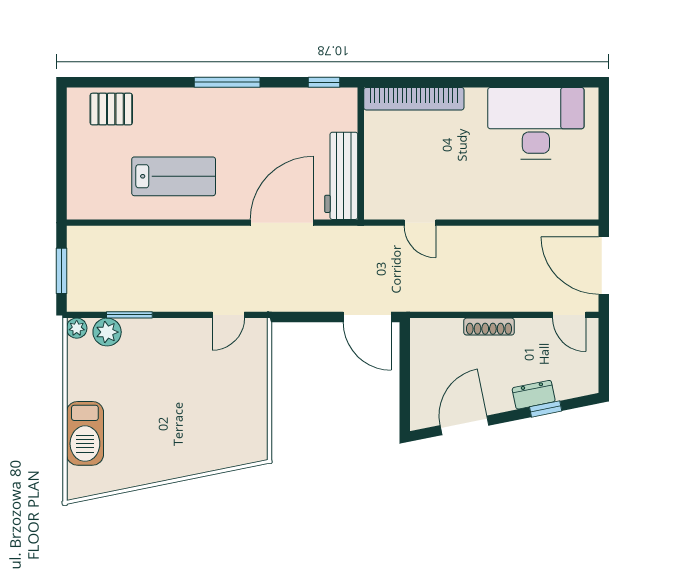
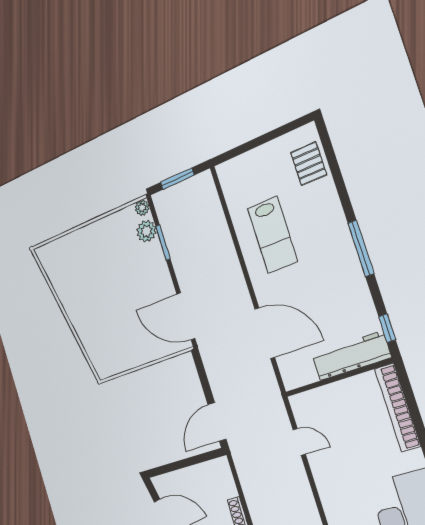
workbench: (341, 176) -> (351, 356), moved
door: (420, 223) -> (299, 442), swing flipped
door: (228, 315) -> (186, 316), width x1.88
barbecue: (85, 433) -> (77, 244), removed

